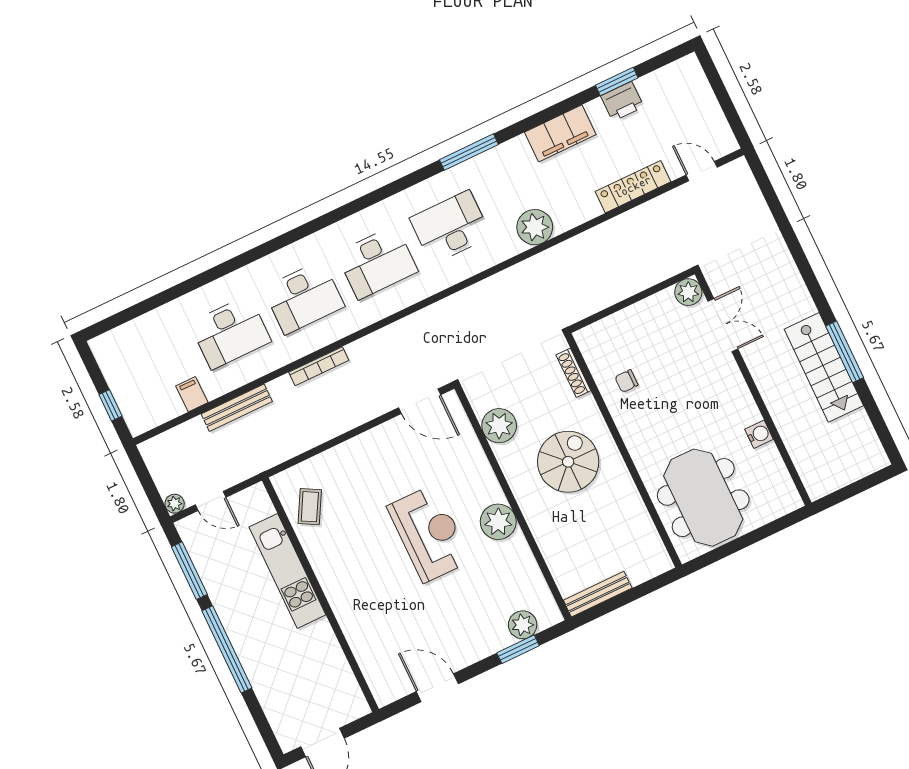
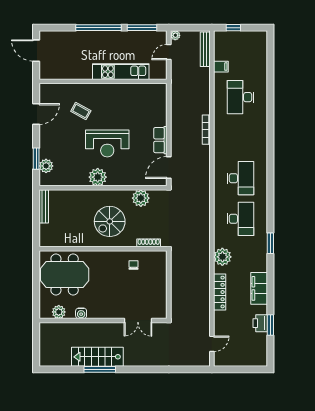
window: (469, 152) -> (270, 243), width x0.69
locker: (633, 187) -> (220, 292), moved
desk: (377, 262) -> (241, 178), turned 180
plant: (688, 292) -> (59, 312), moved
desk: (304, 297) -> (241, 138), removed
bench: (237, 408) -> (205, 49), moved
row of seats: (377, 440) -> (160, 140), added
spiral stairs: (568, 462) -> (110, 221), turned 90
coffee table: (310, 507) -> (81, 111), moved

